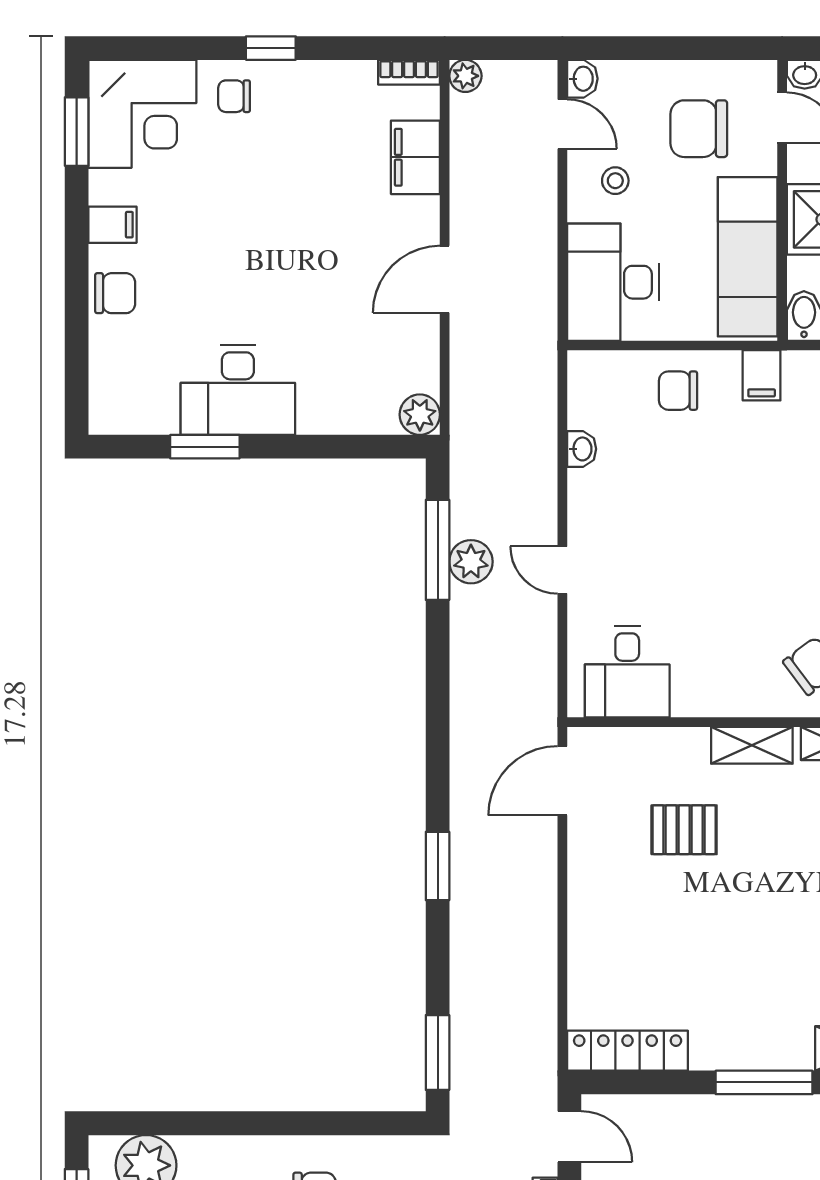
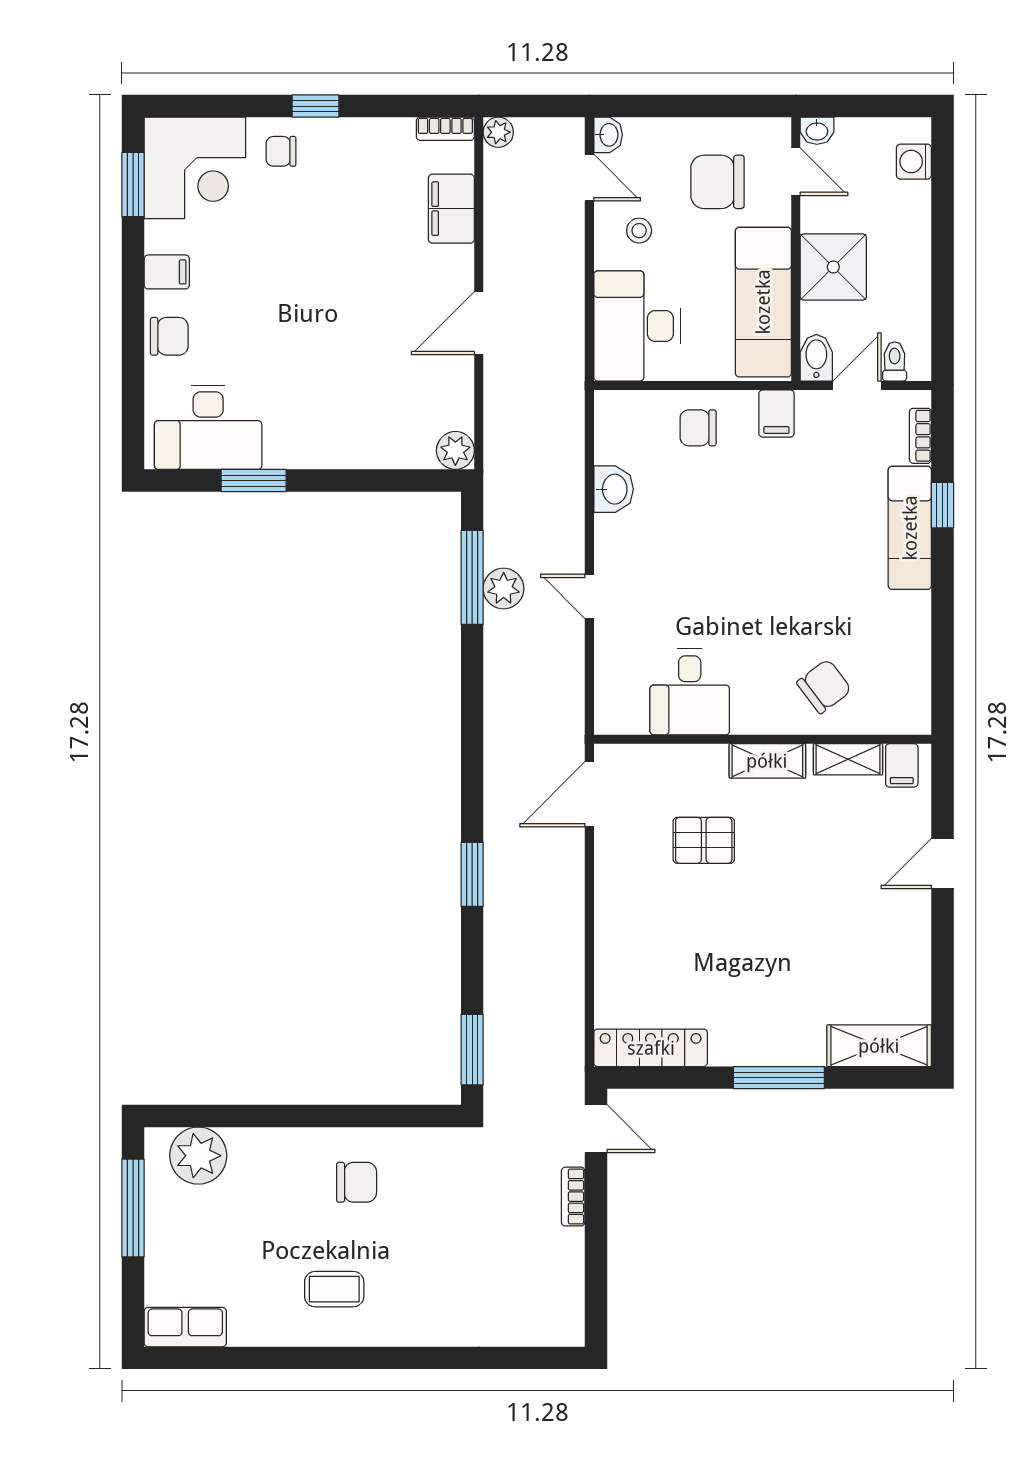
desk: (238, 390) -> (208, 427), moved
washbasin: (582, 449) -> (614, 489), width x1.38, depth x1.45
desk: (627, 672) -> (690, 692), moved

